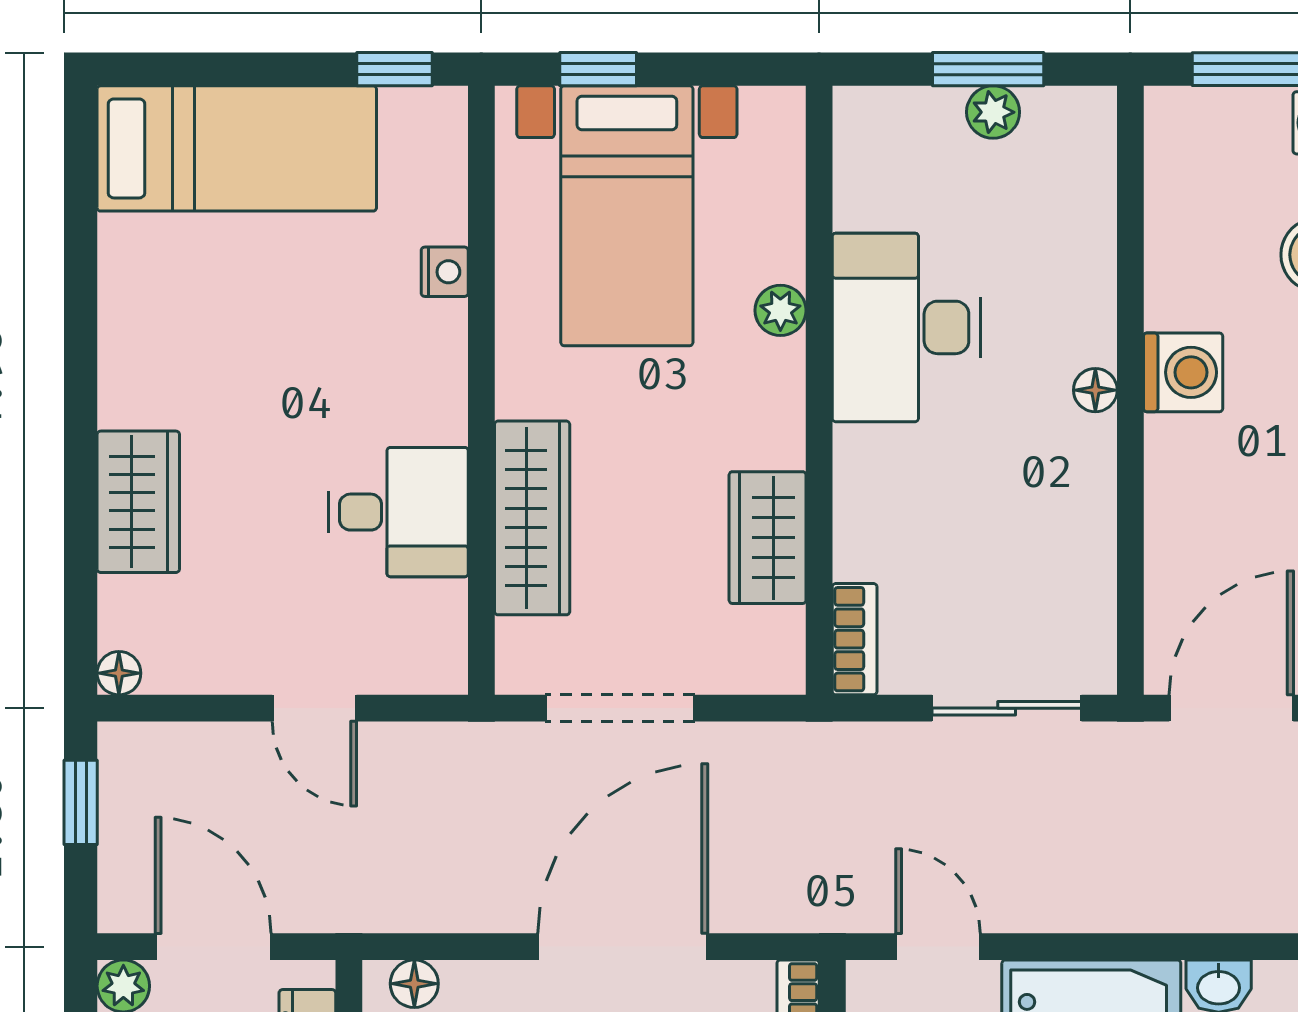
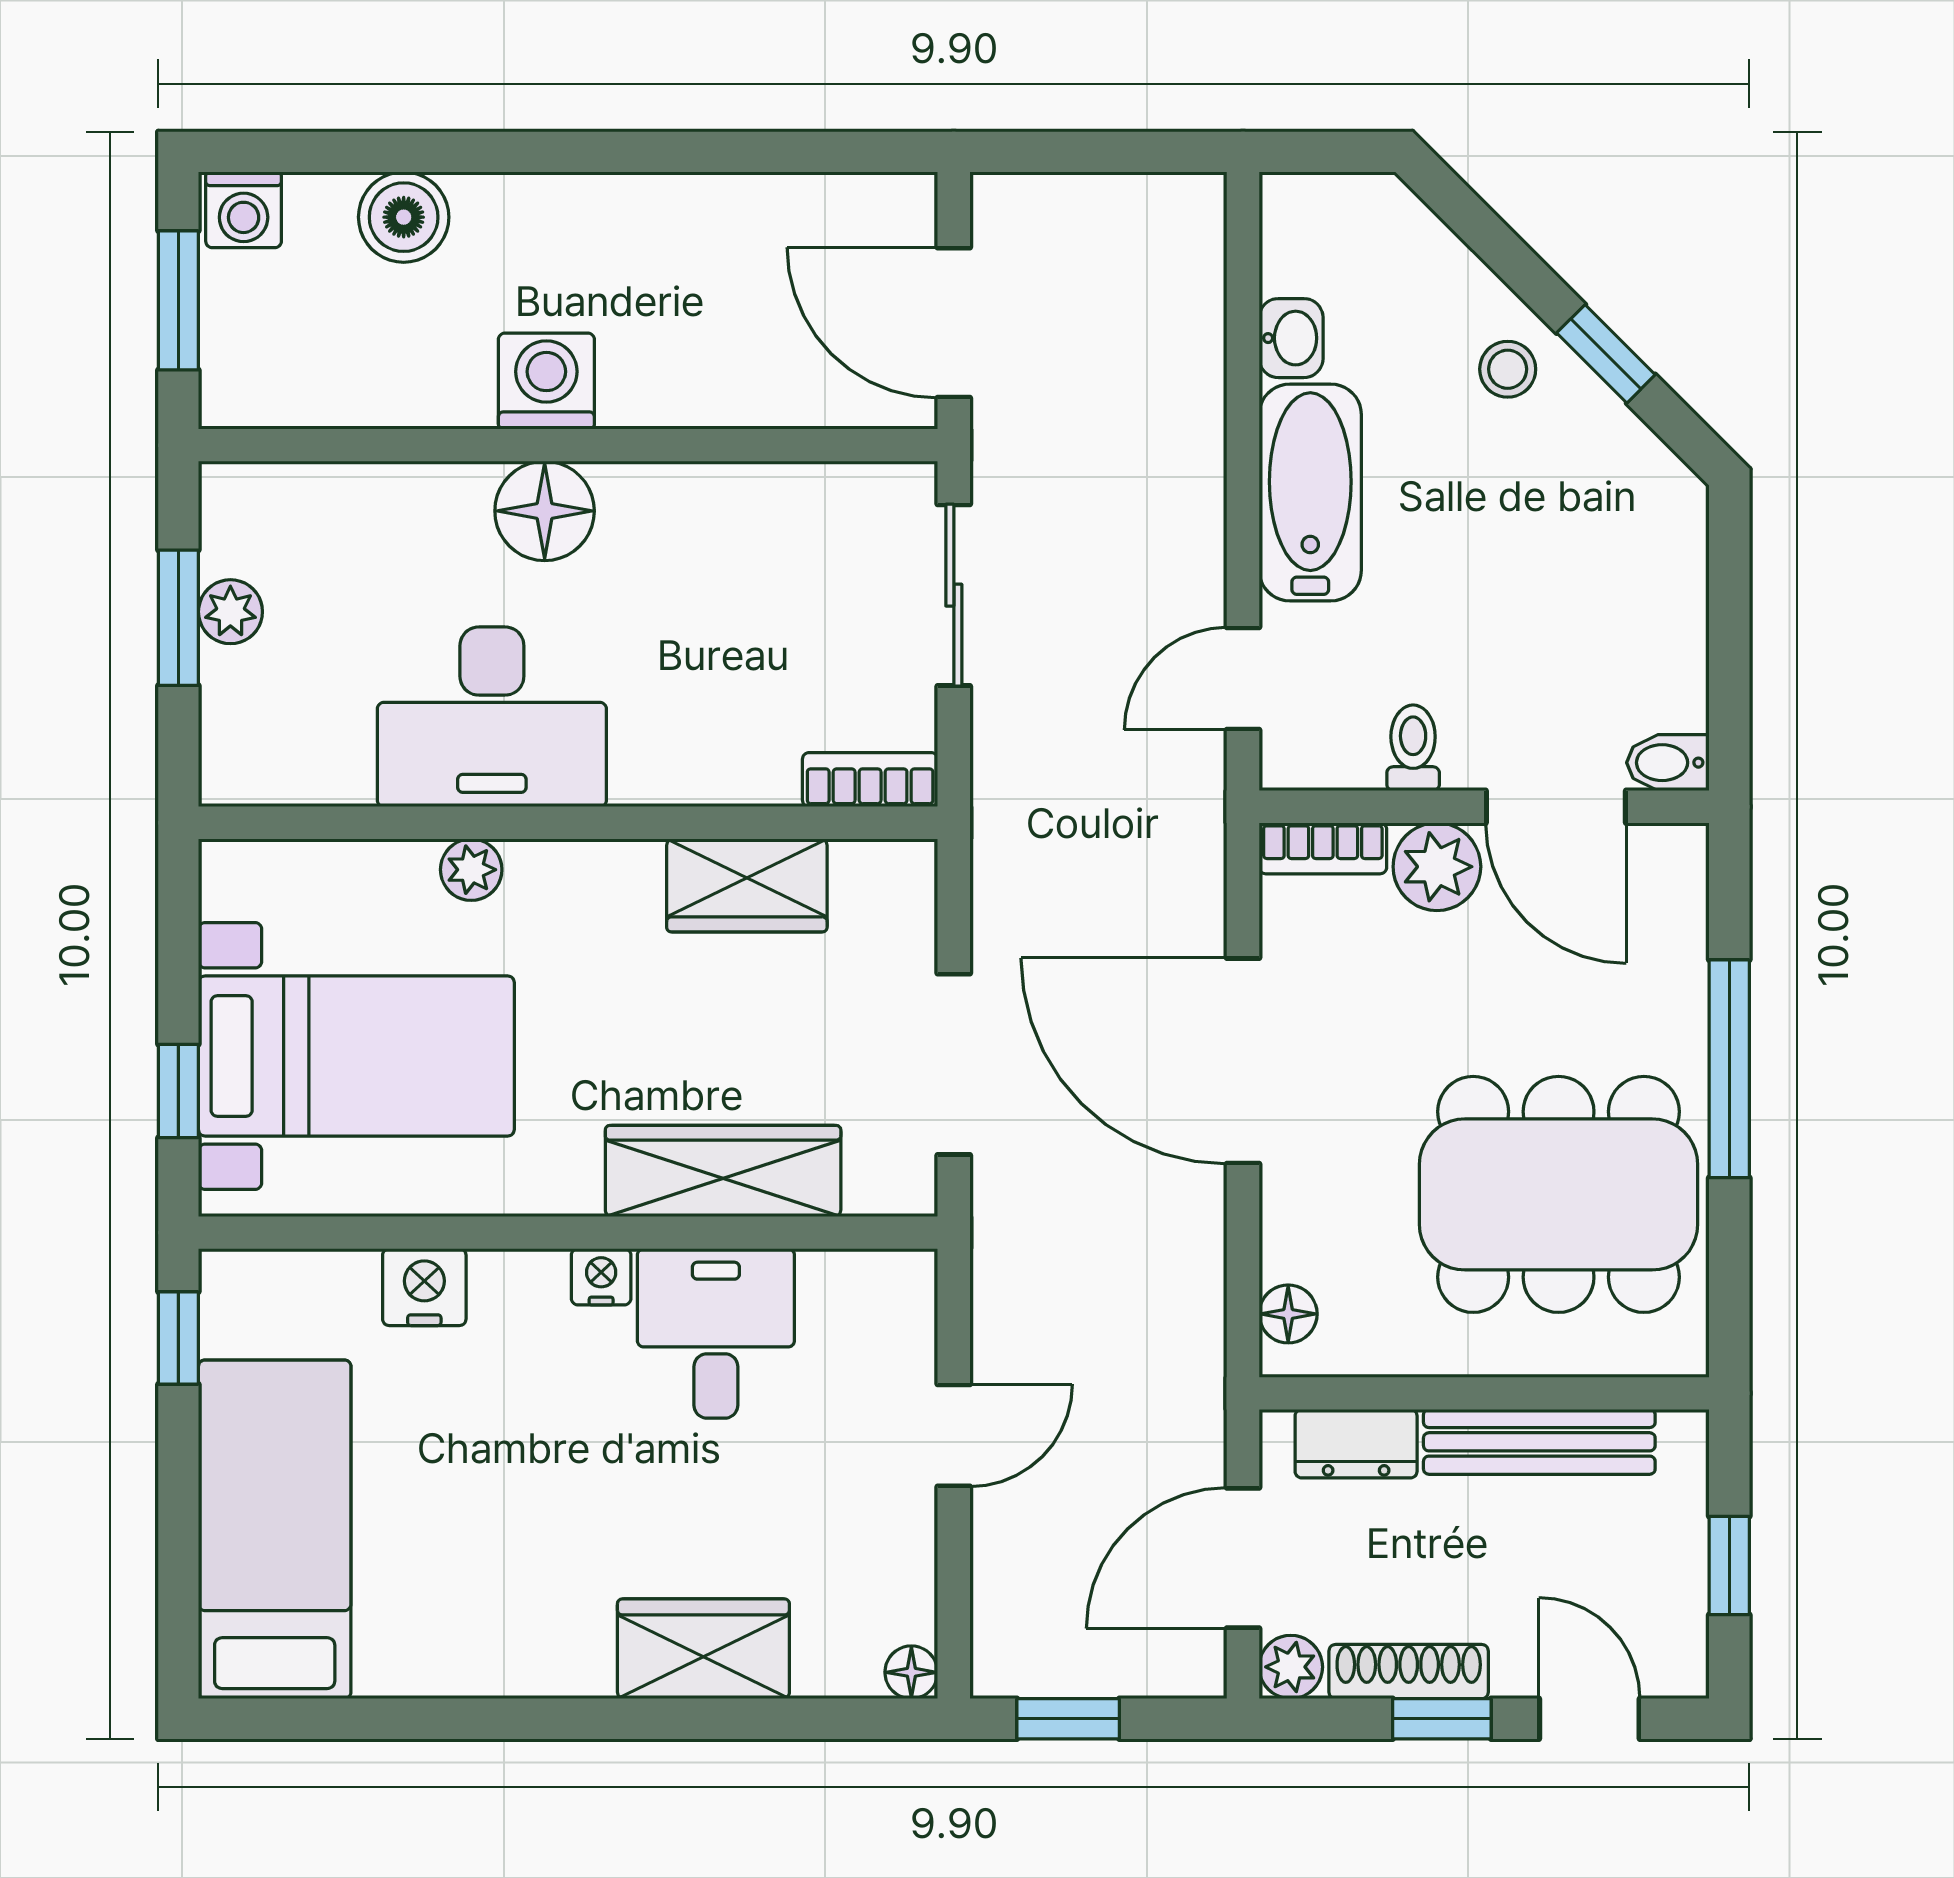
nightstand: (445, 272) -> (424, 1287), width x1.39, depth x1.35
floor lamp: (1095, 390) -> (545, 511), width x1.89, depth x1.89
nightstand: (445, 417) -> (601, 1277), added

